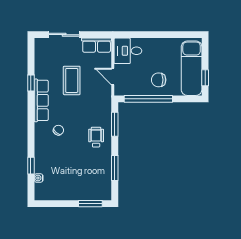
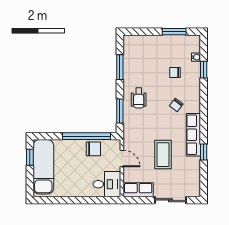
chair: (159, 80) -> (93, 149), moved
chair: (60, 163) -> (175, 72), added
window: (90, 204) -> (174, 32), moved

